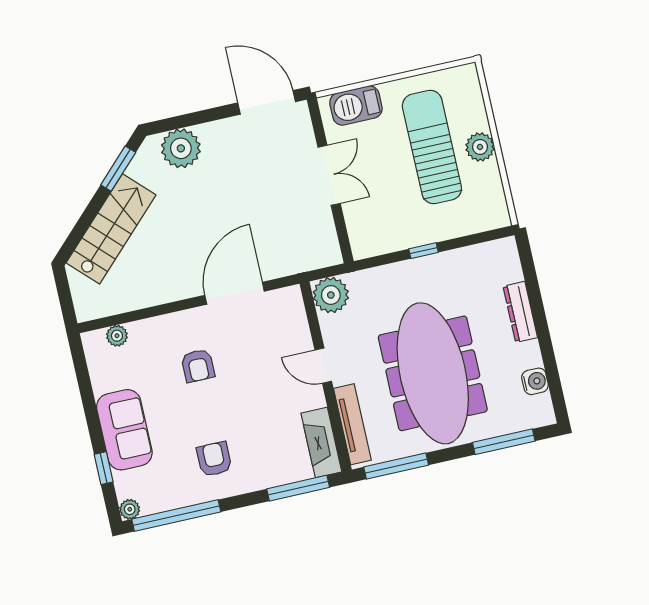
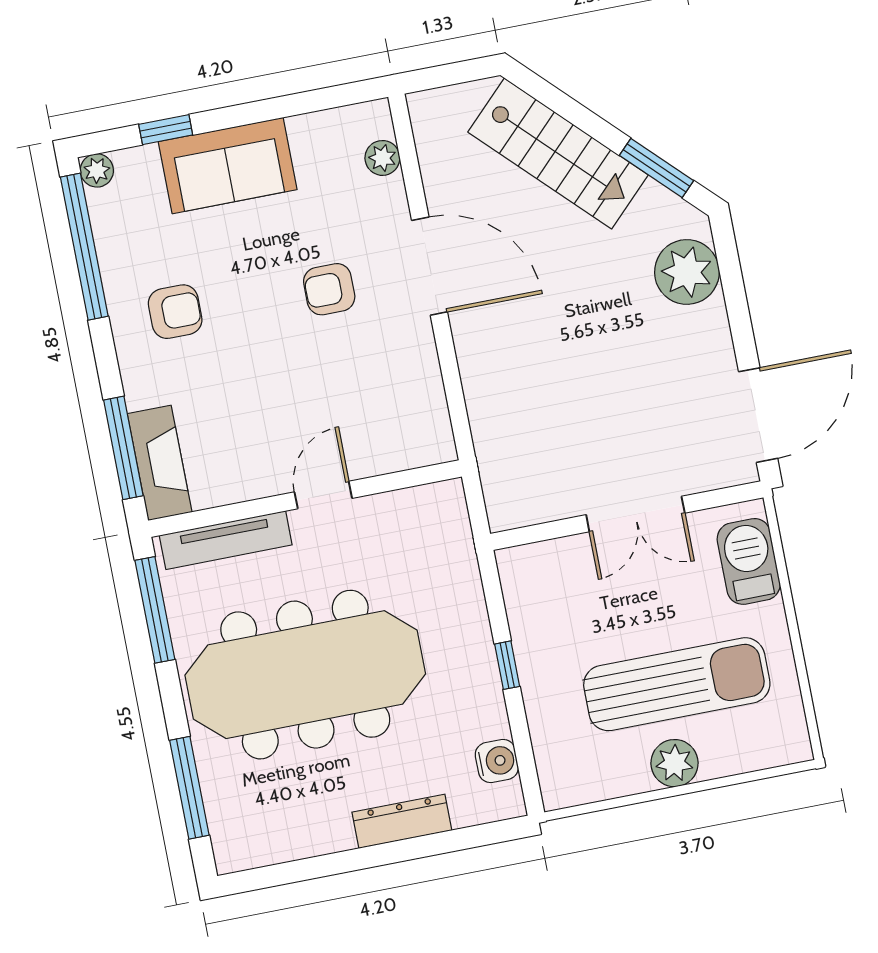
door: (235, 293) -> (430, 266), moved
plant: (331, 295) -> (439, 511), removed
water cooler: (535, 381) -> (497, 761), moved, turned -90
fireplace: (321, 442) -> (160, 463), moved, turned 90

